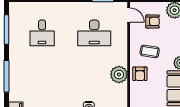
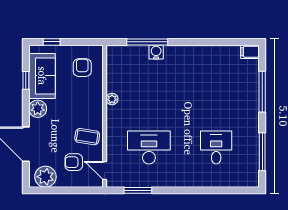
coffee table: (150, 51) -> (87, 137), moved
plant: (119, 74) -> (112, 99), width x0.53, depth x0.53
armchair: (140, 74) -> (82, 68), moved

